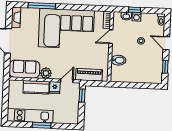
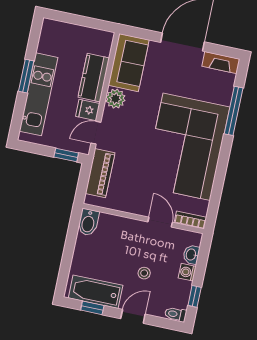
window: (135, 10) -> (195, 296), moved
bidet: (118, 60) -> (88, 222), moved
bathtub: (156, 66) -> (96, 292), added
door: (67, 81) -> (96, 133), swing flipped
kitchen unit: (30, 116) -> (39, 94), moved

